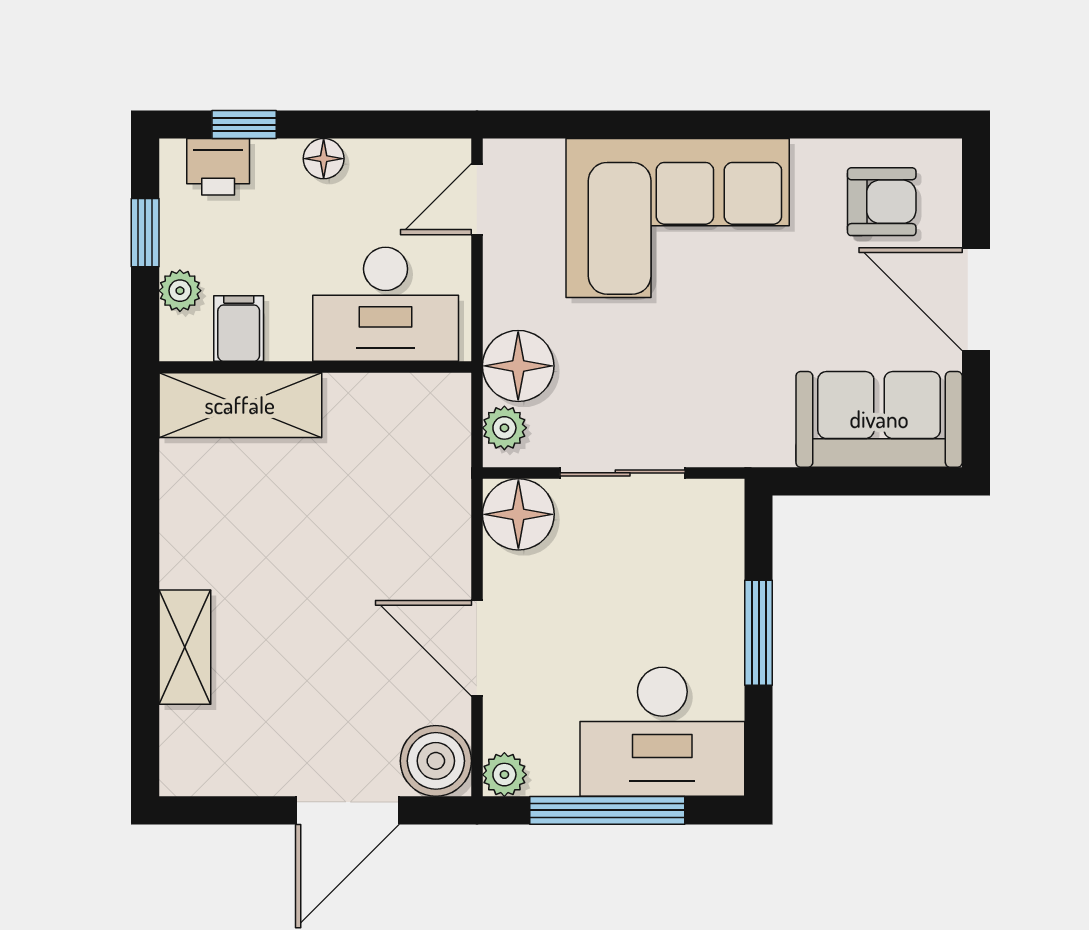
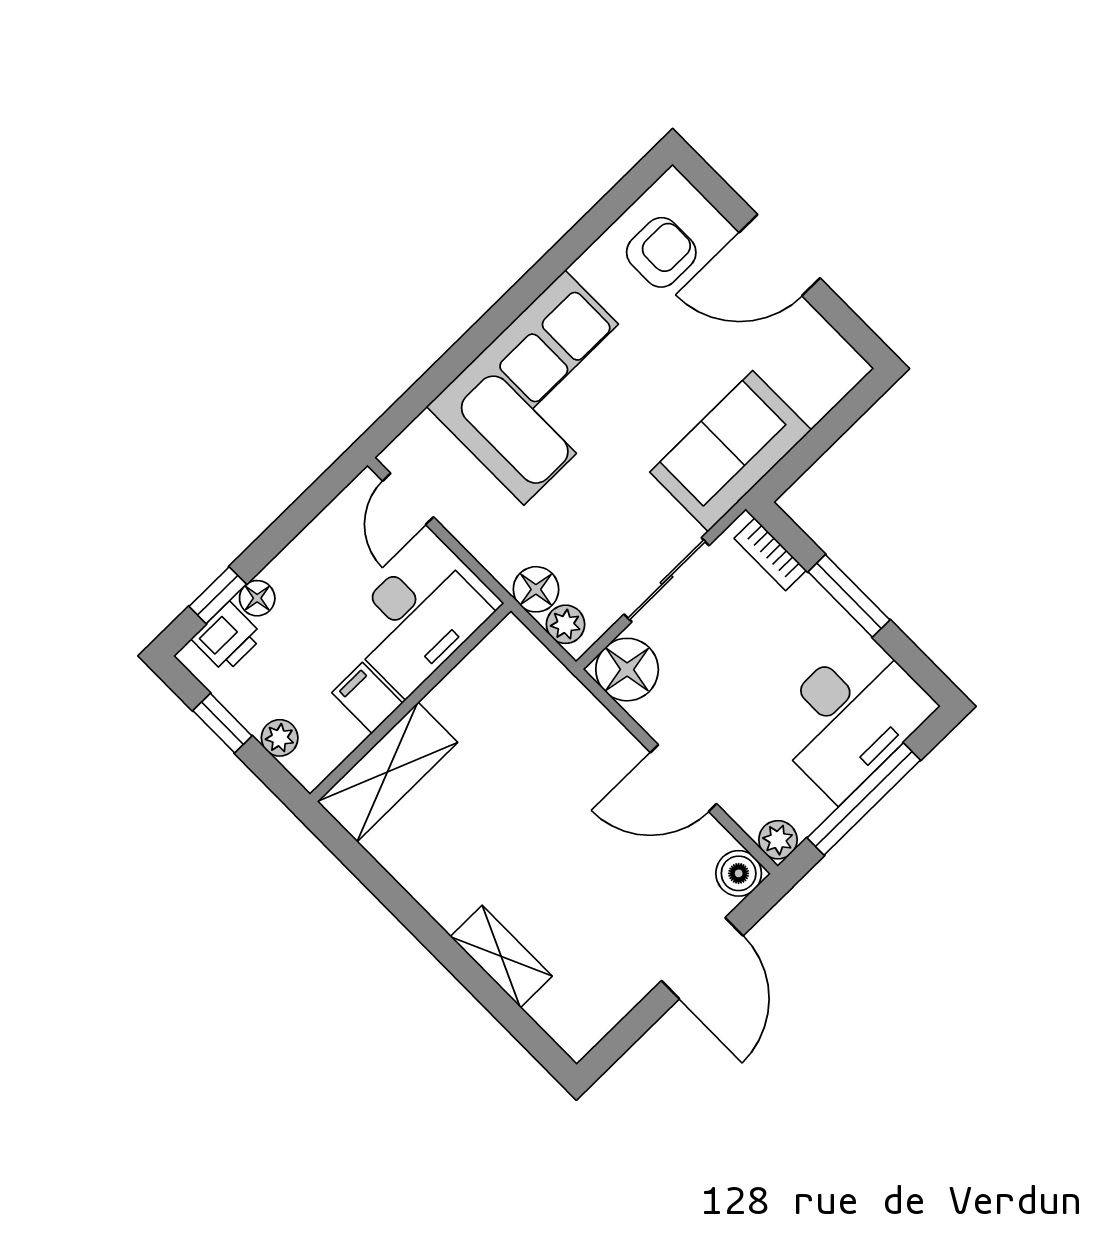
floor lamp: (324, 159) -> (257, 598), moved
filing cabinet: (239, 329) -> (367, 698), moved
floor lamp: (518, 366) -> (536, 589), width x0.73, depth x0.73
sofa: (879, 419) -> (731, 451), moved
bookcase: (728, 536) -> (770, 554), added
boiler: (436, 761) -> (739, 873), width x0.73, depth x0.73

